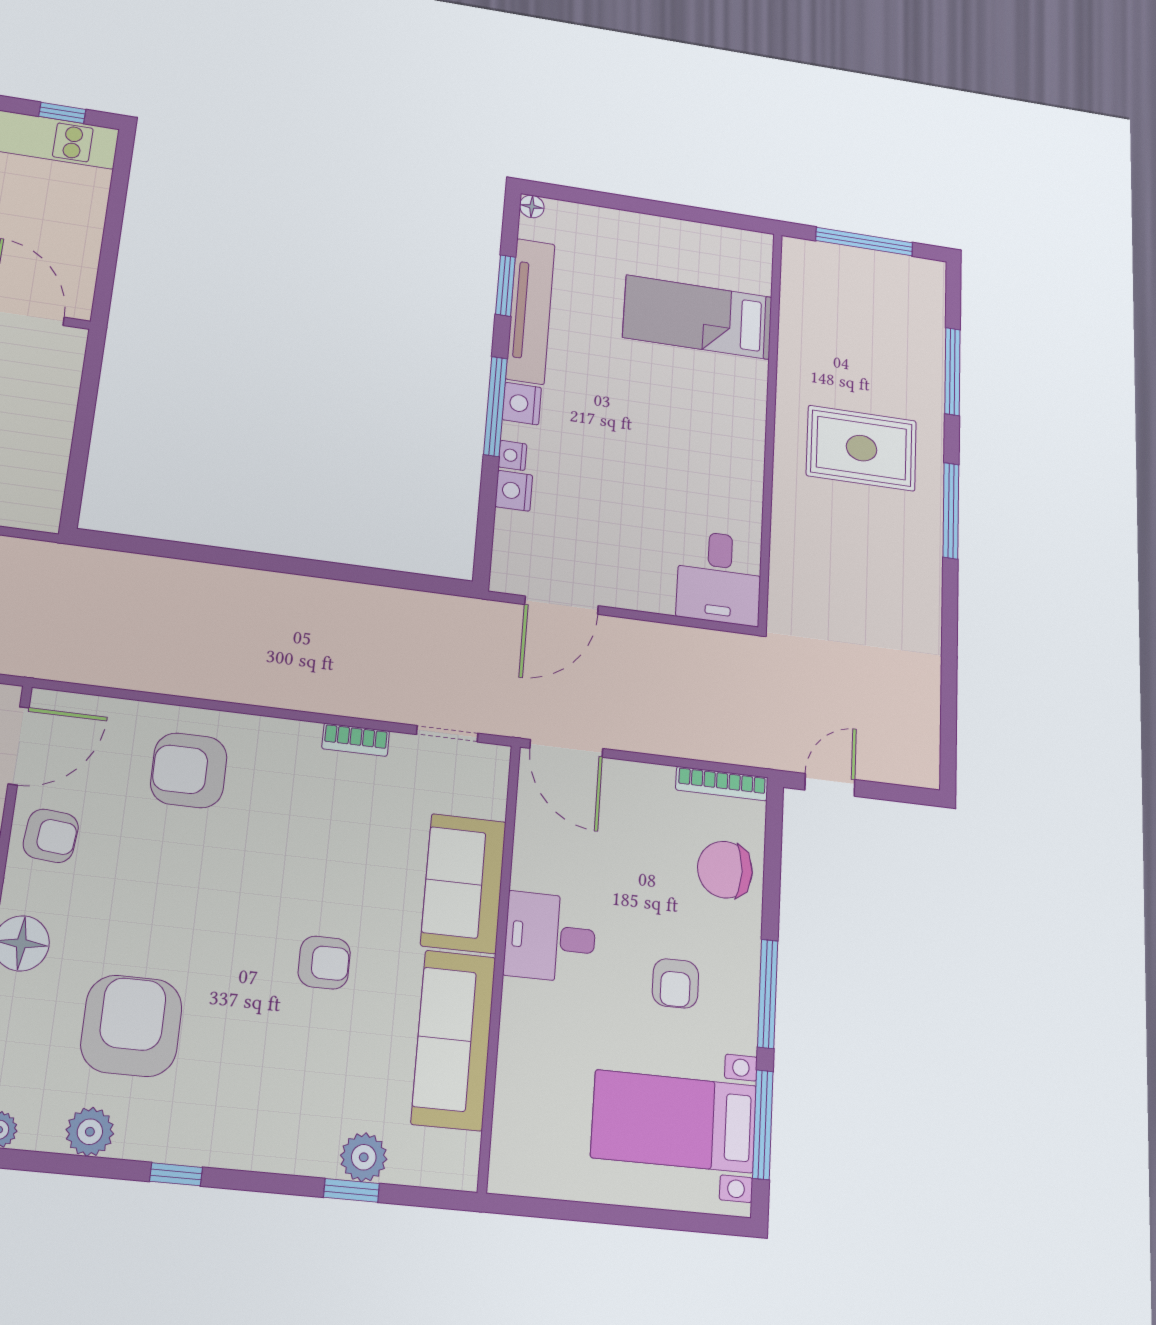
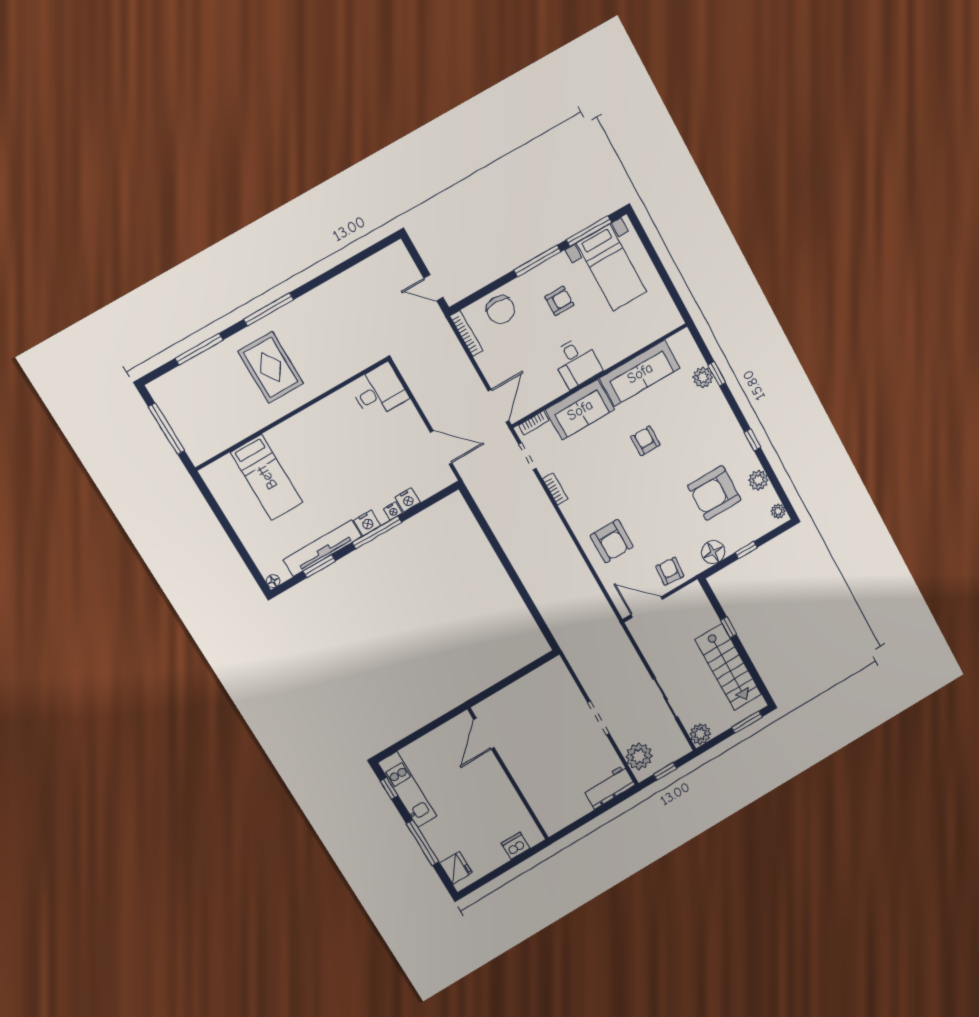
bookcase: (496, 787) -> (534, 423), added

